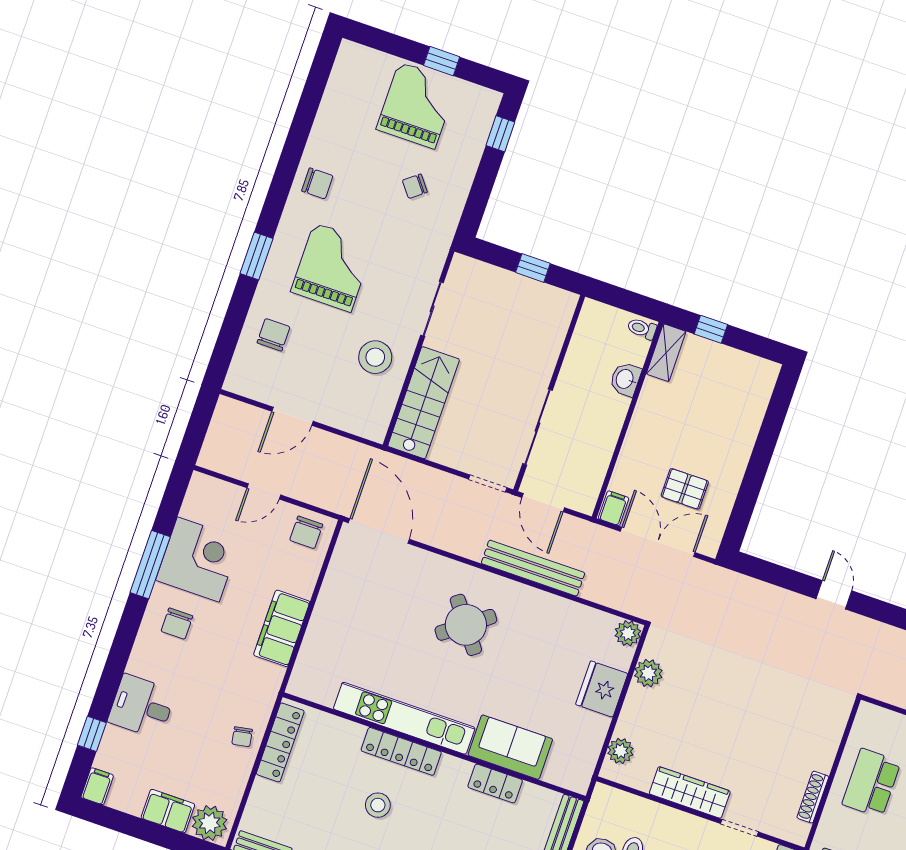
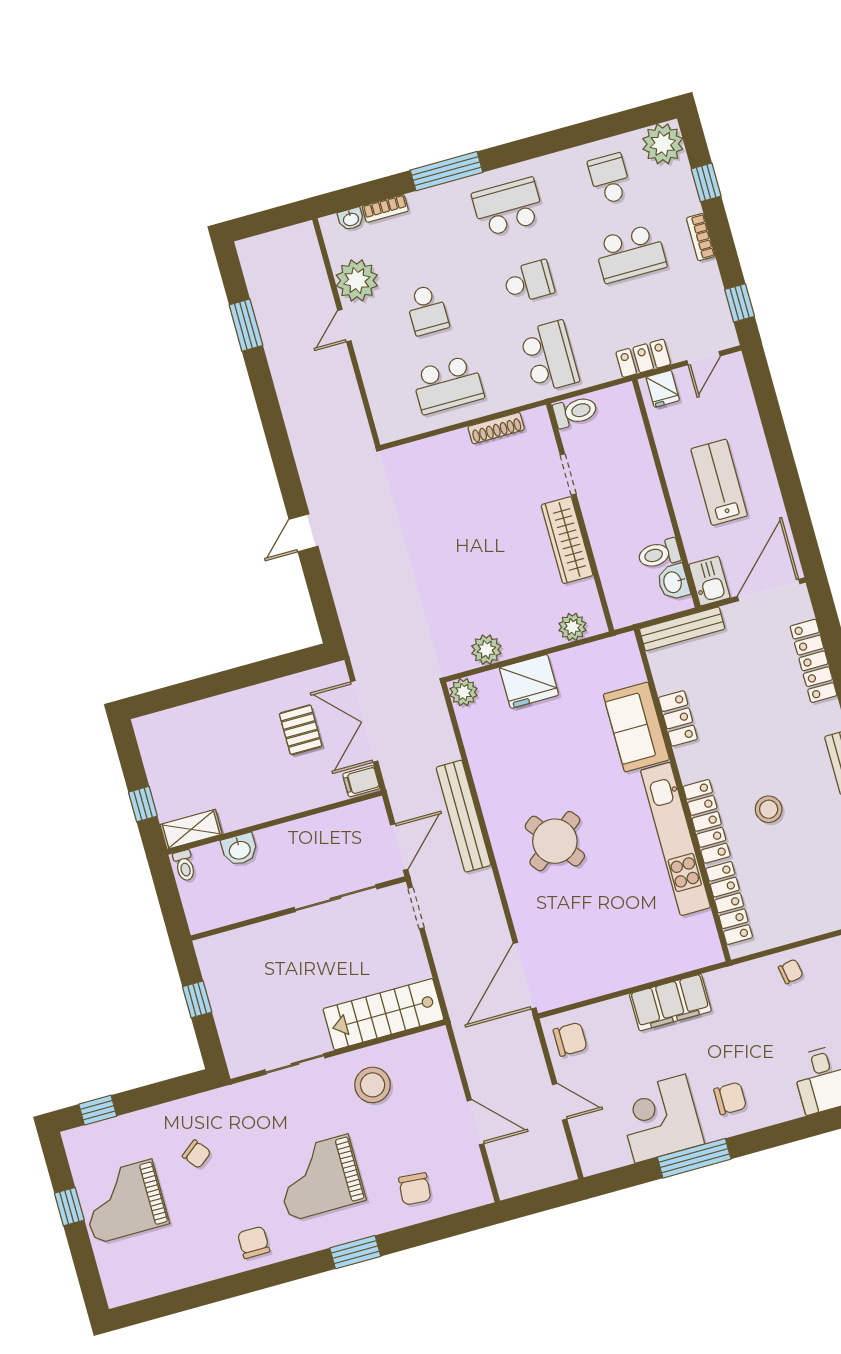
chair: (274, 335) -> (415, 1189), turned -85
locker: (280, 742) -> (729, 903), moved, turned 90

